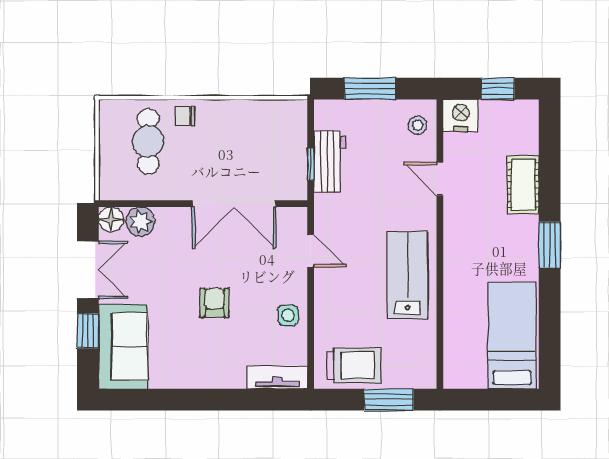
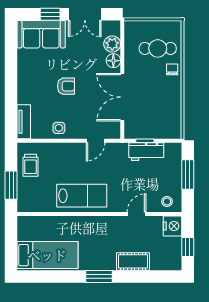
floor lamp: (111, 219) -> (113, 61), moved
trolley: (354, 365) -> (31, 165), width x0.73, depth x0.72

